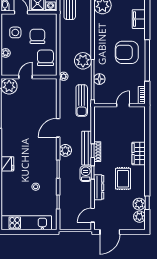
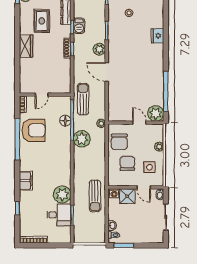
chair: (37, 36) -> (127, 163), turned 180
armchair: (127, 52) -> (34, 130), moved
door: (25, 77) -> (139, 123), swing flipped
door: (58, 128) -> (107, 72), swing flipped
bench: (87, 148) -> (78, 51), removed

